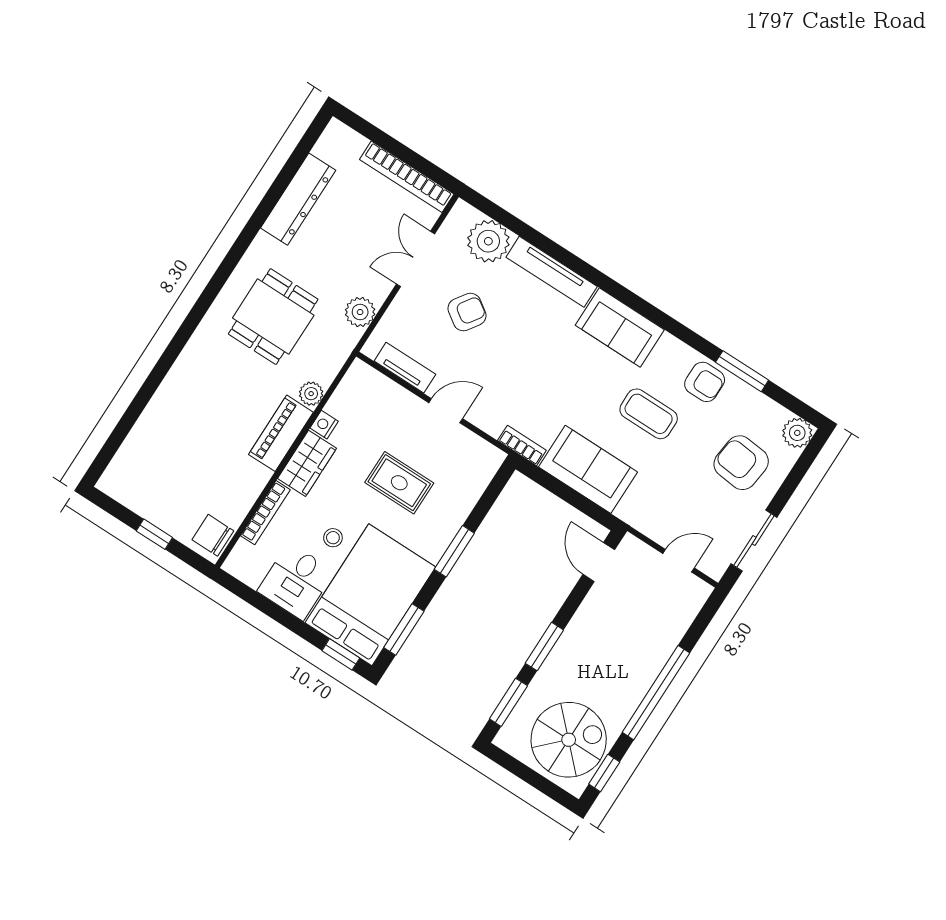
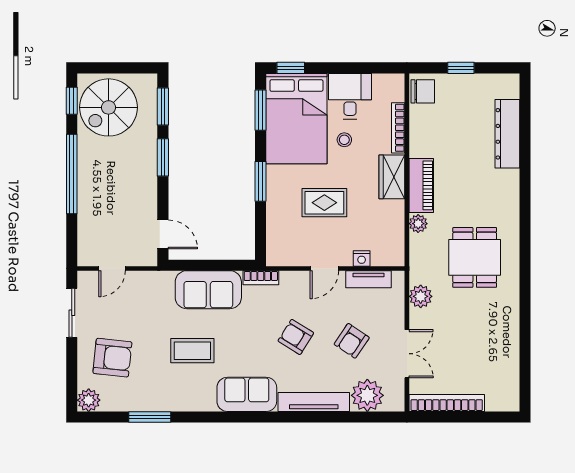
dresser: (298, 199) -> (507, 134), moved
armchair: (705, 382) -> (296, 337), moved, turned 32
nightstand: (324, 425) -> (362, 259), moved, turned 90

